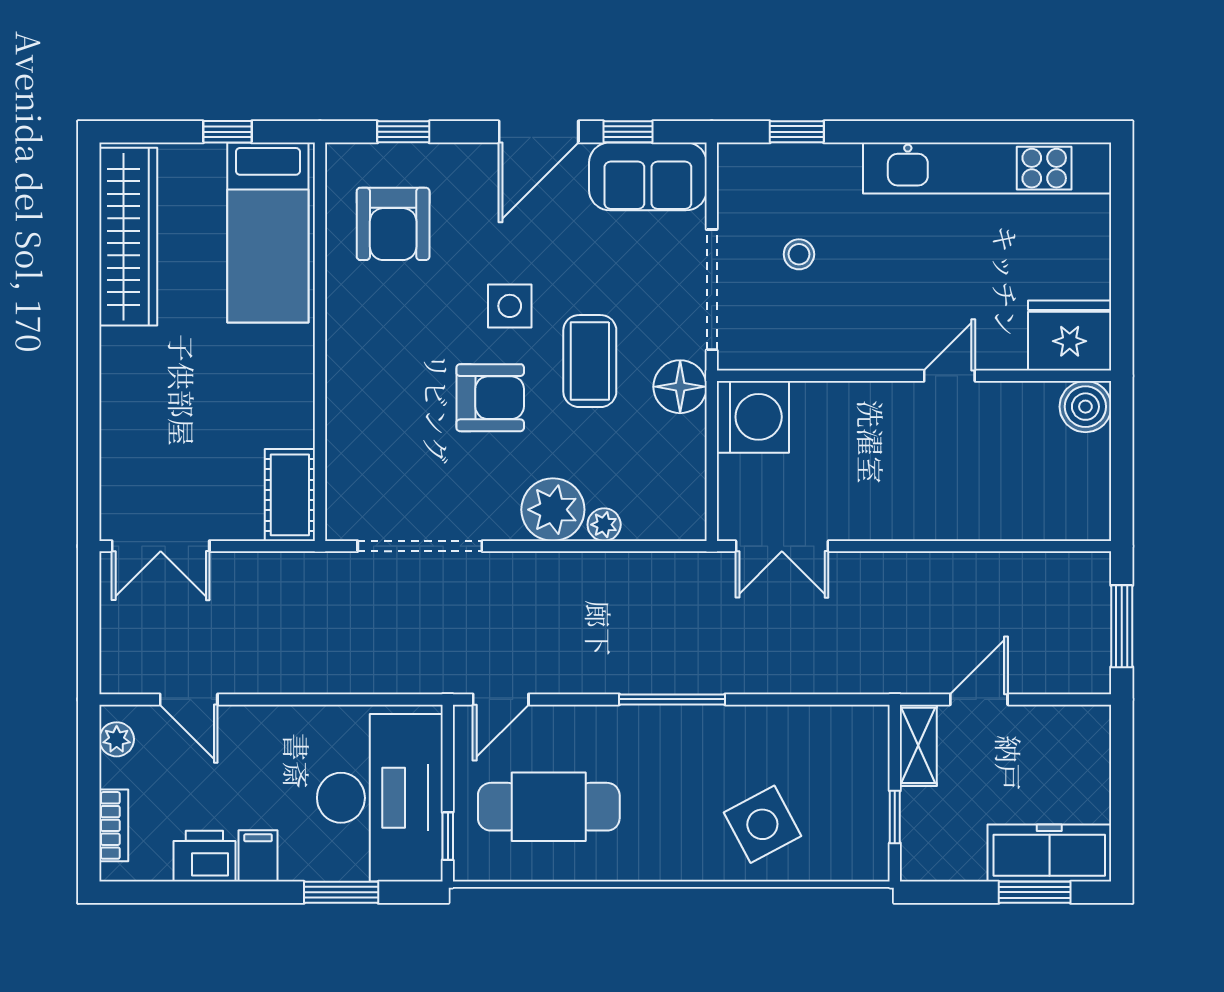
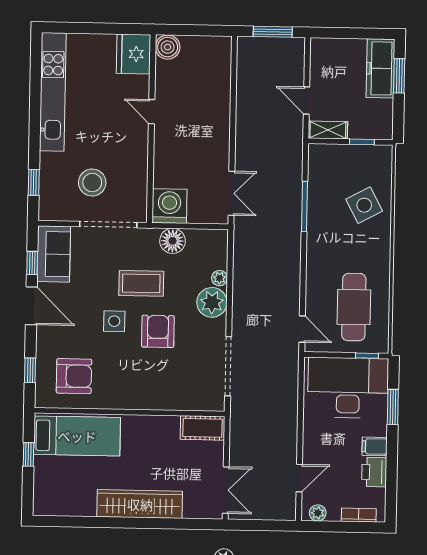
wardrobe: (128, 237) -> (140, 504), moved
stool: (799, 254) -> (92, 182), width x1.89, depth x1.89
floor lamp: (680, 387) -> (173, 241), moved
window: (672, 699) -> (304, 207), moved

